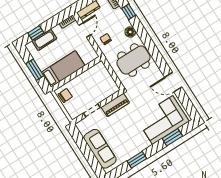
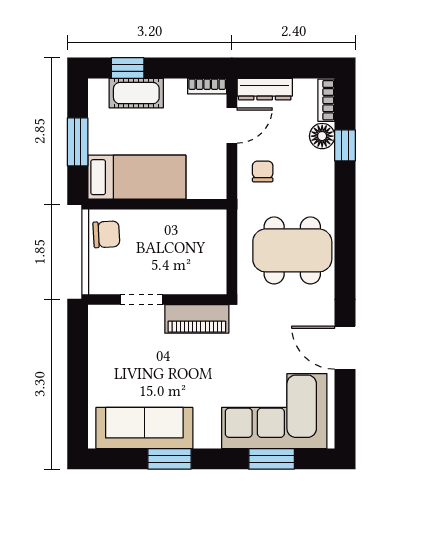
floor lamp: (130, 32) -> (322, 136), moved
sofa: (100, 149) -> (144, 428), moved, turned -90

